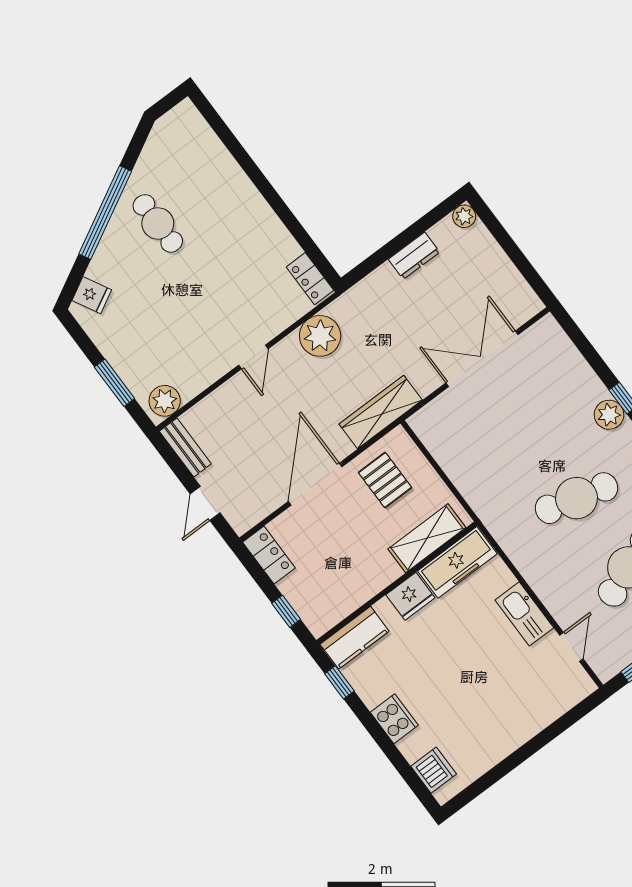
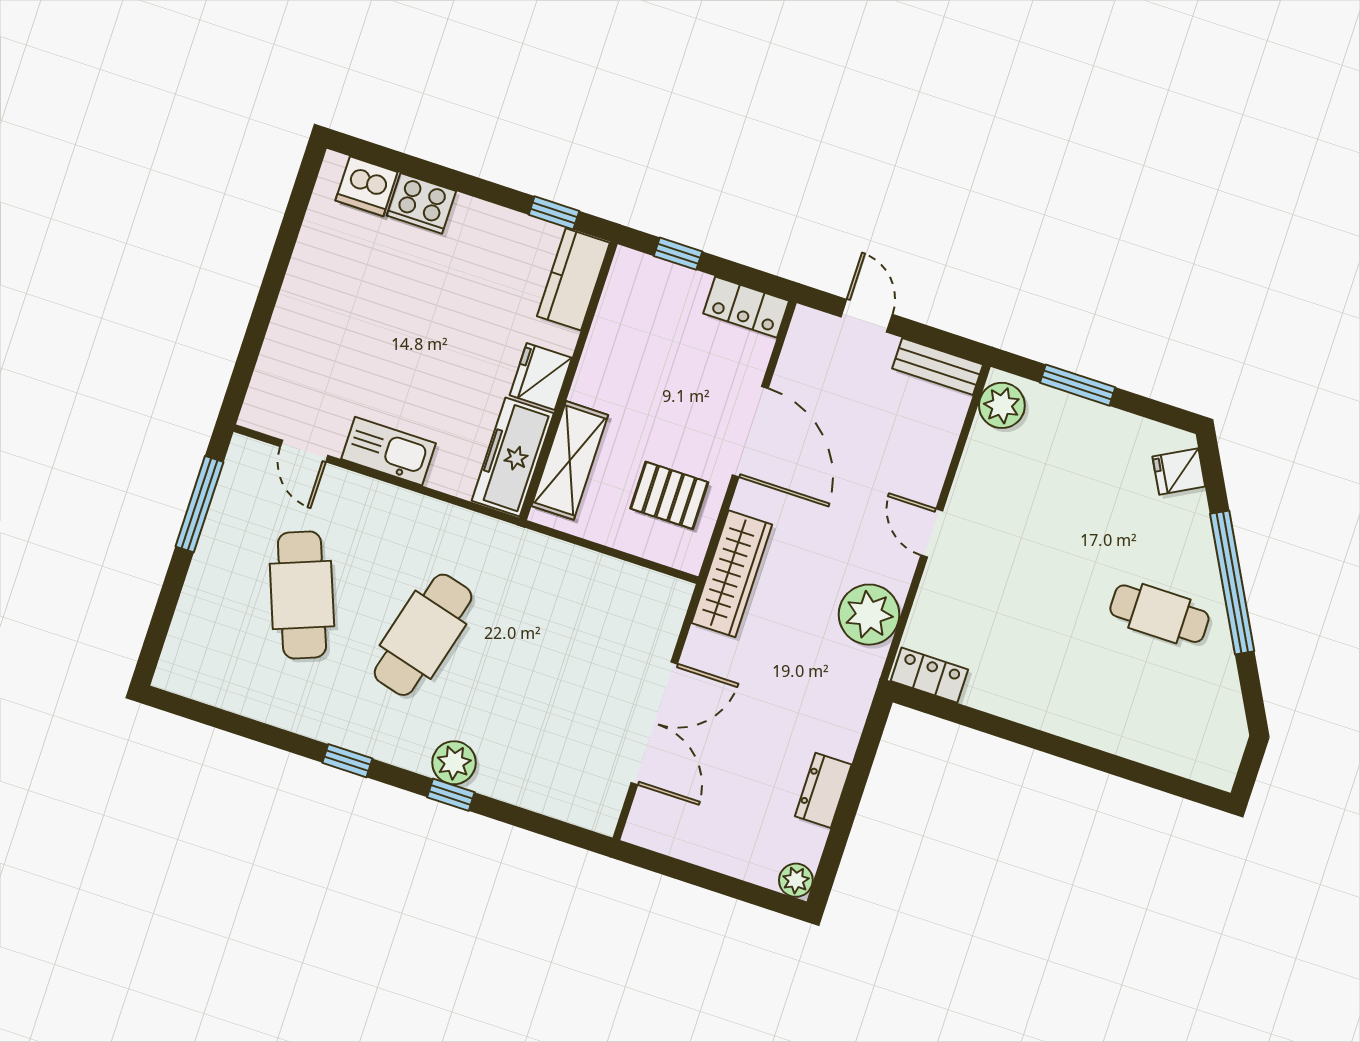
cooker: (394, 719) -> (421, 203), moved

